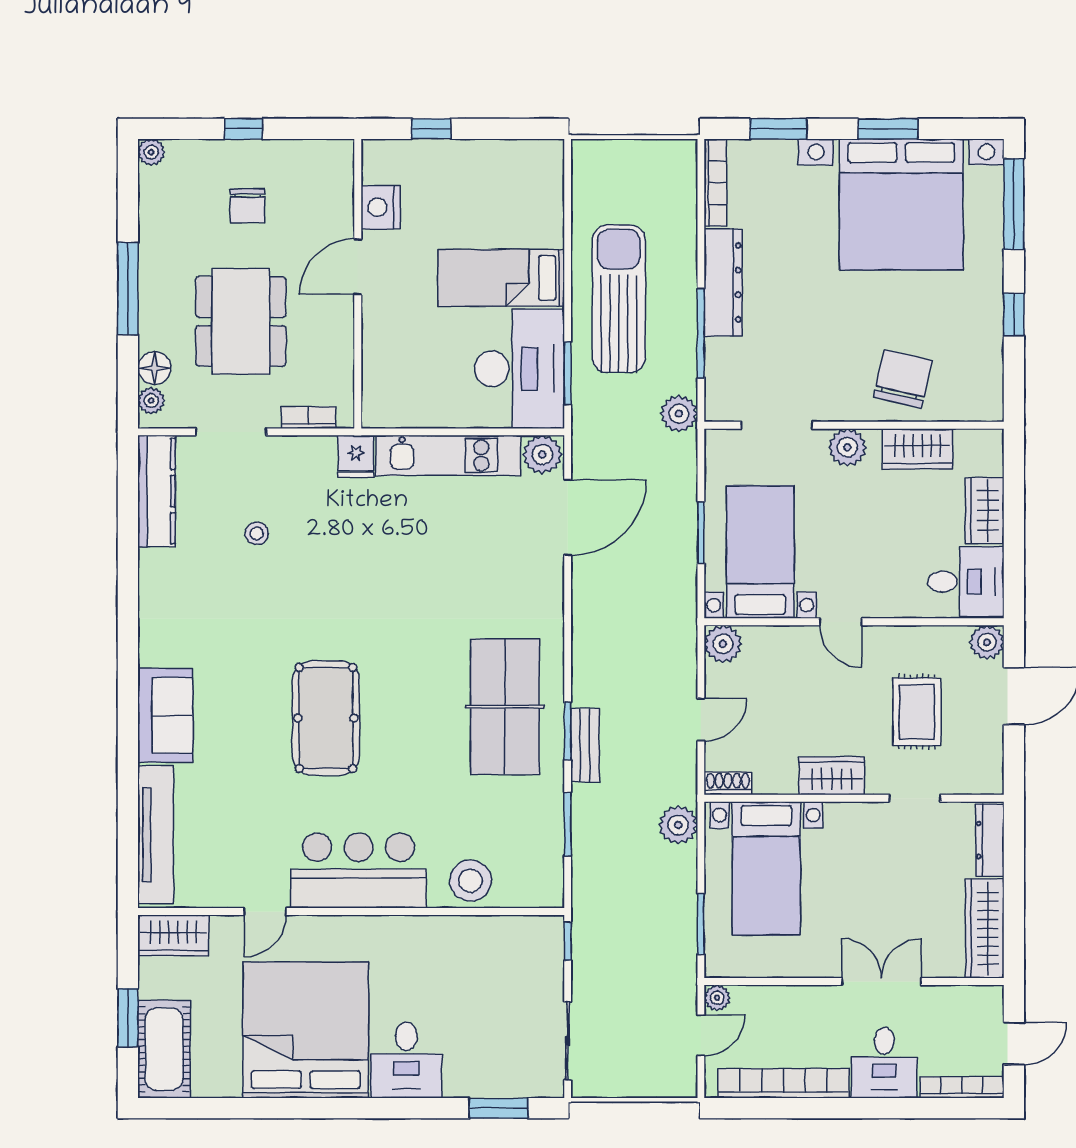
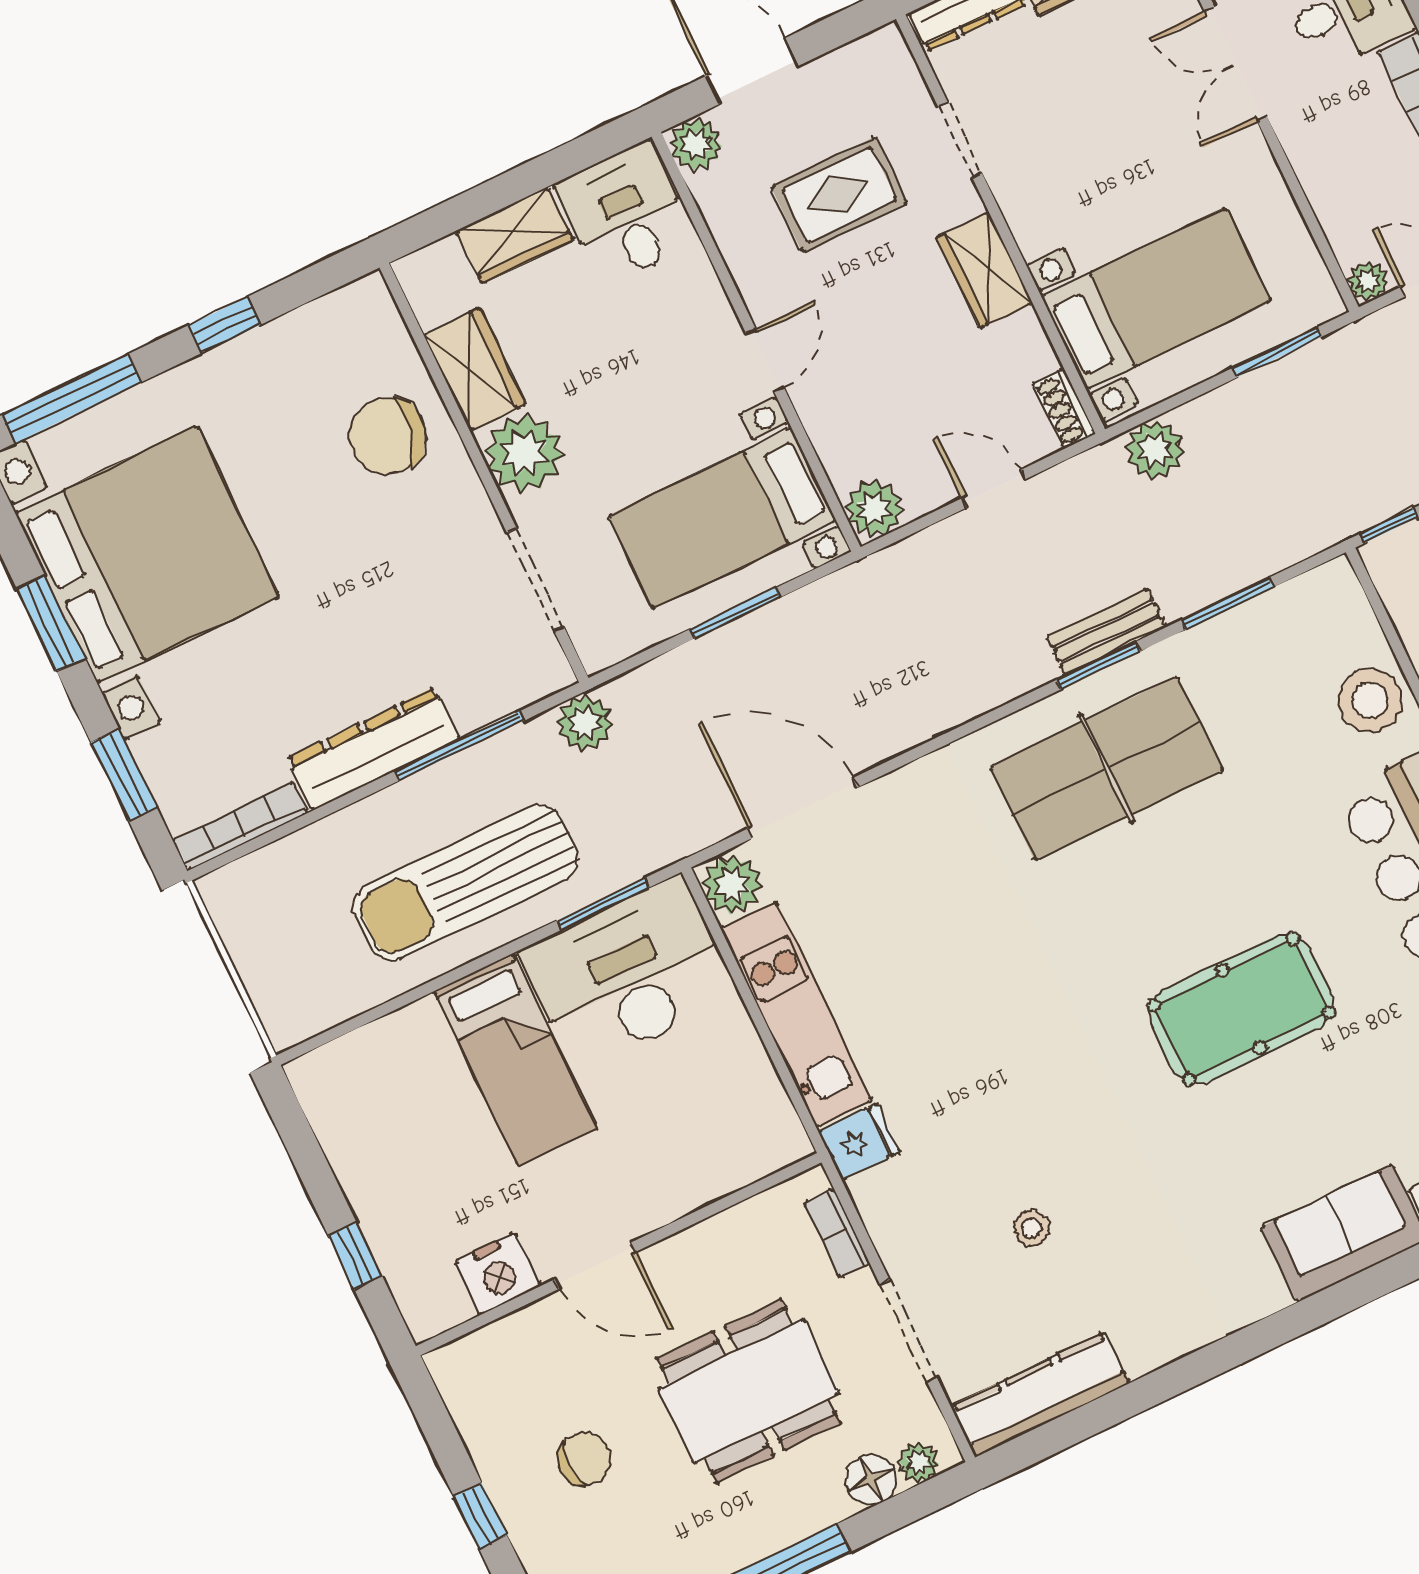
plant: (847, 447) -> (524, 453), width x1.36, depth x1.36

